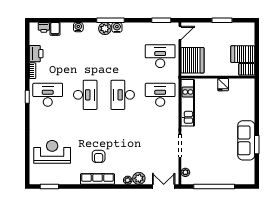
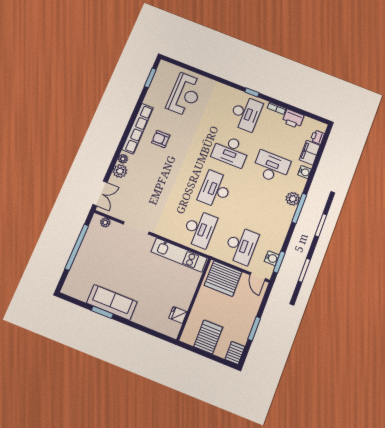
water cooler: (117, 27) -> (272, 258), moved
filing cabinet: (55, 29) -> (310, 153), width x2.00
desk: (85, 56) -> (271, 167), added
server rack: (247, 69) -> (235, 353), moved
fridge: (223, 85) -> (178, 315), moved
desk: (123, 95) -> (215, 189), turned -90
row of seats: (97, 179) -> (137, 129), width x1.36

